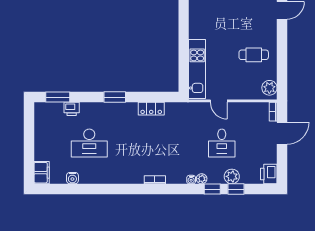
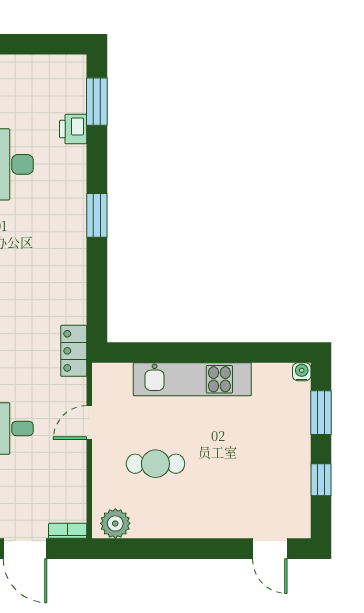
cafe table: (254, 55) -> (155, 464), moved, turned 90
kitchen unit: (197, 69) -> (192, 379), moved
locker: (151, 109) -> (74, 351), moved

